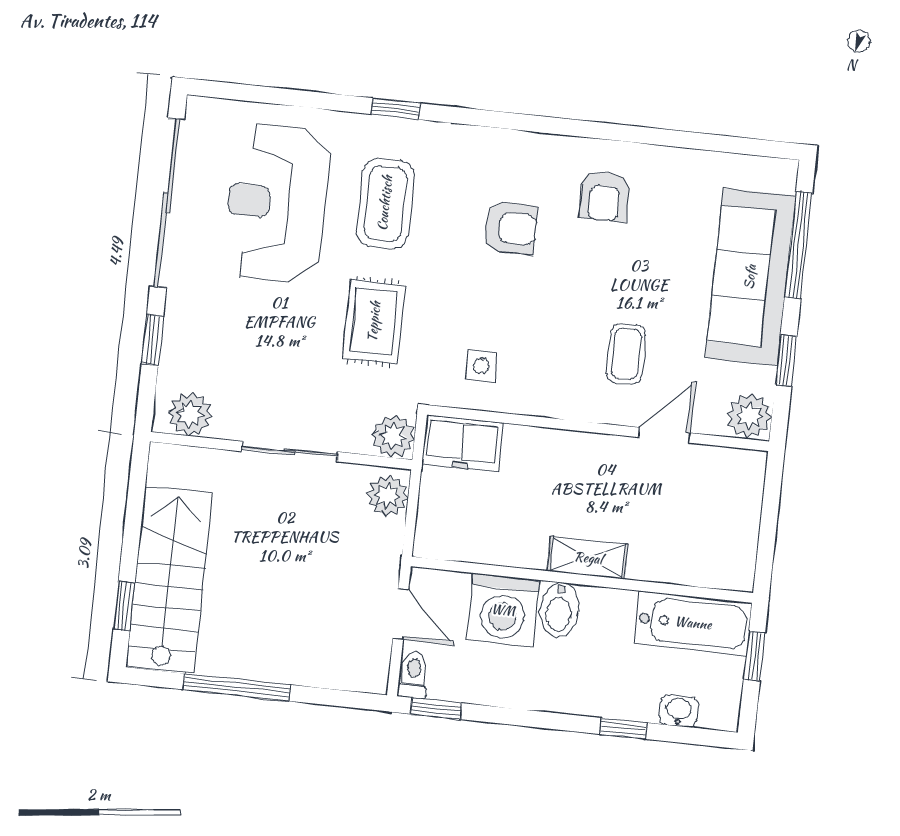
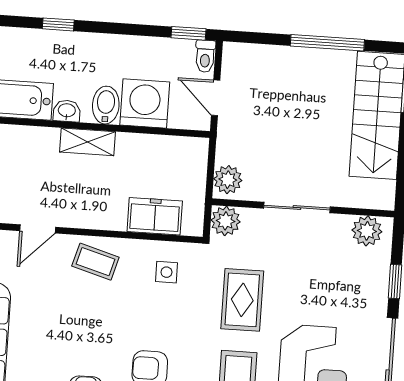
coffee table: (626, 354) -> (95, 262), moved, turned -74
freezer: (462, 443) -> (155, 216), moved
washbasin: (679, 711) -> (67, 111), moved, turned 180

